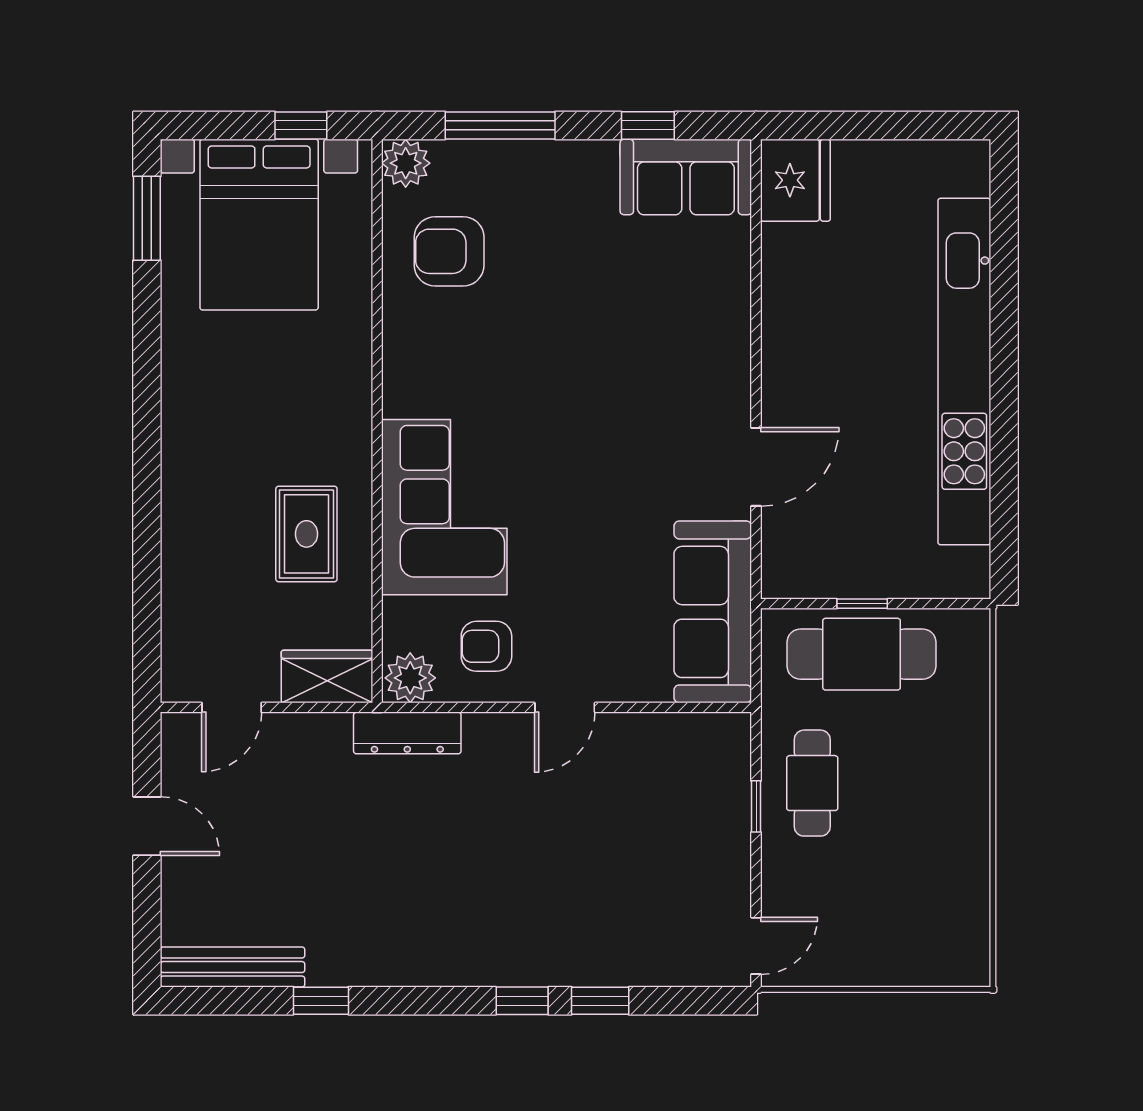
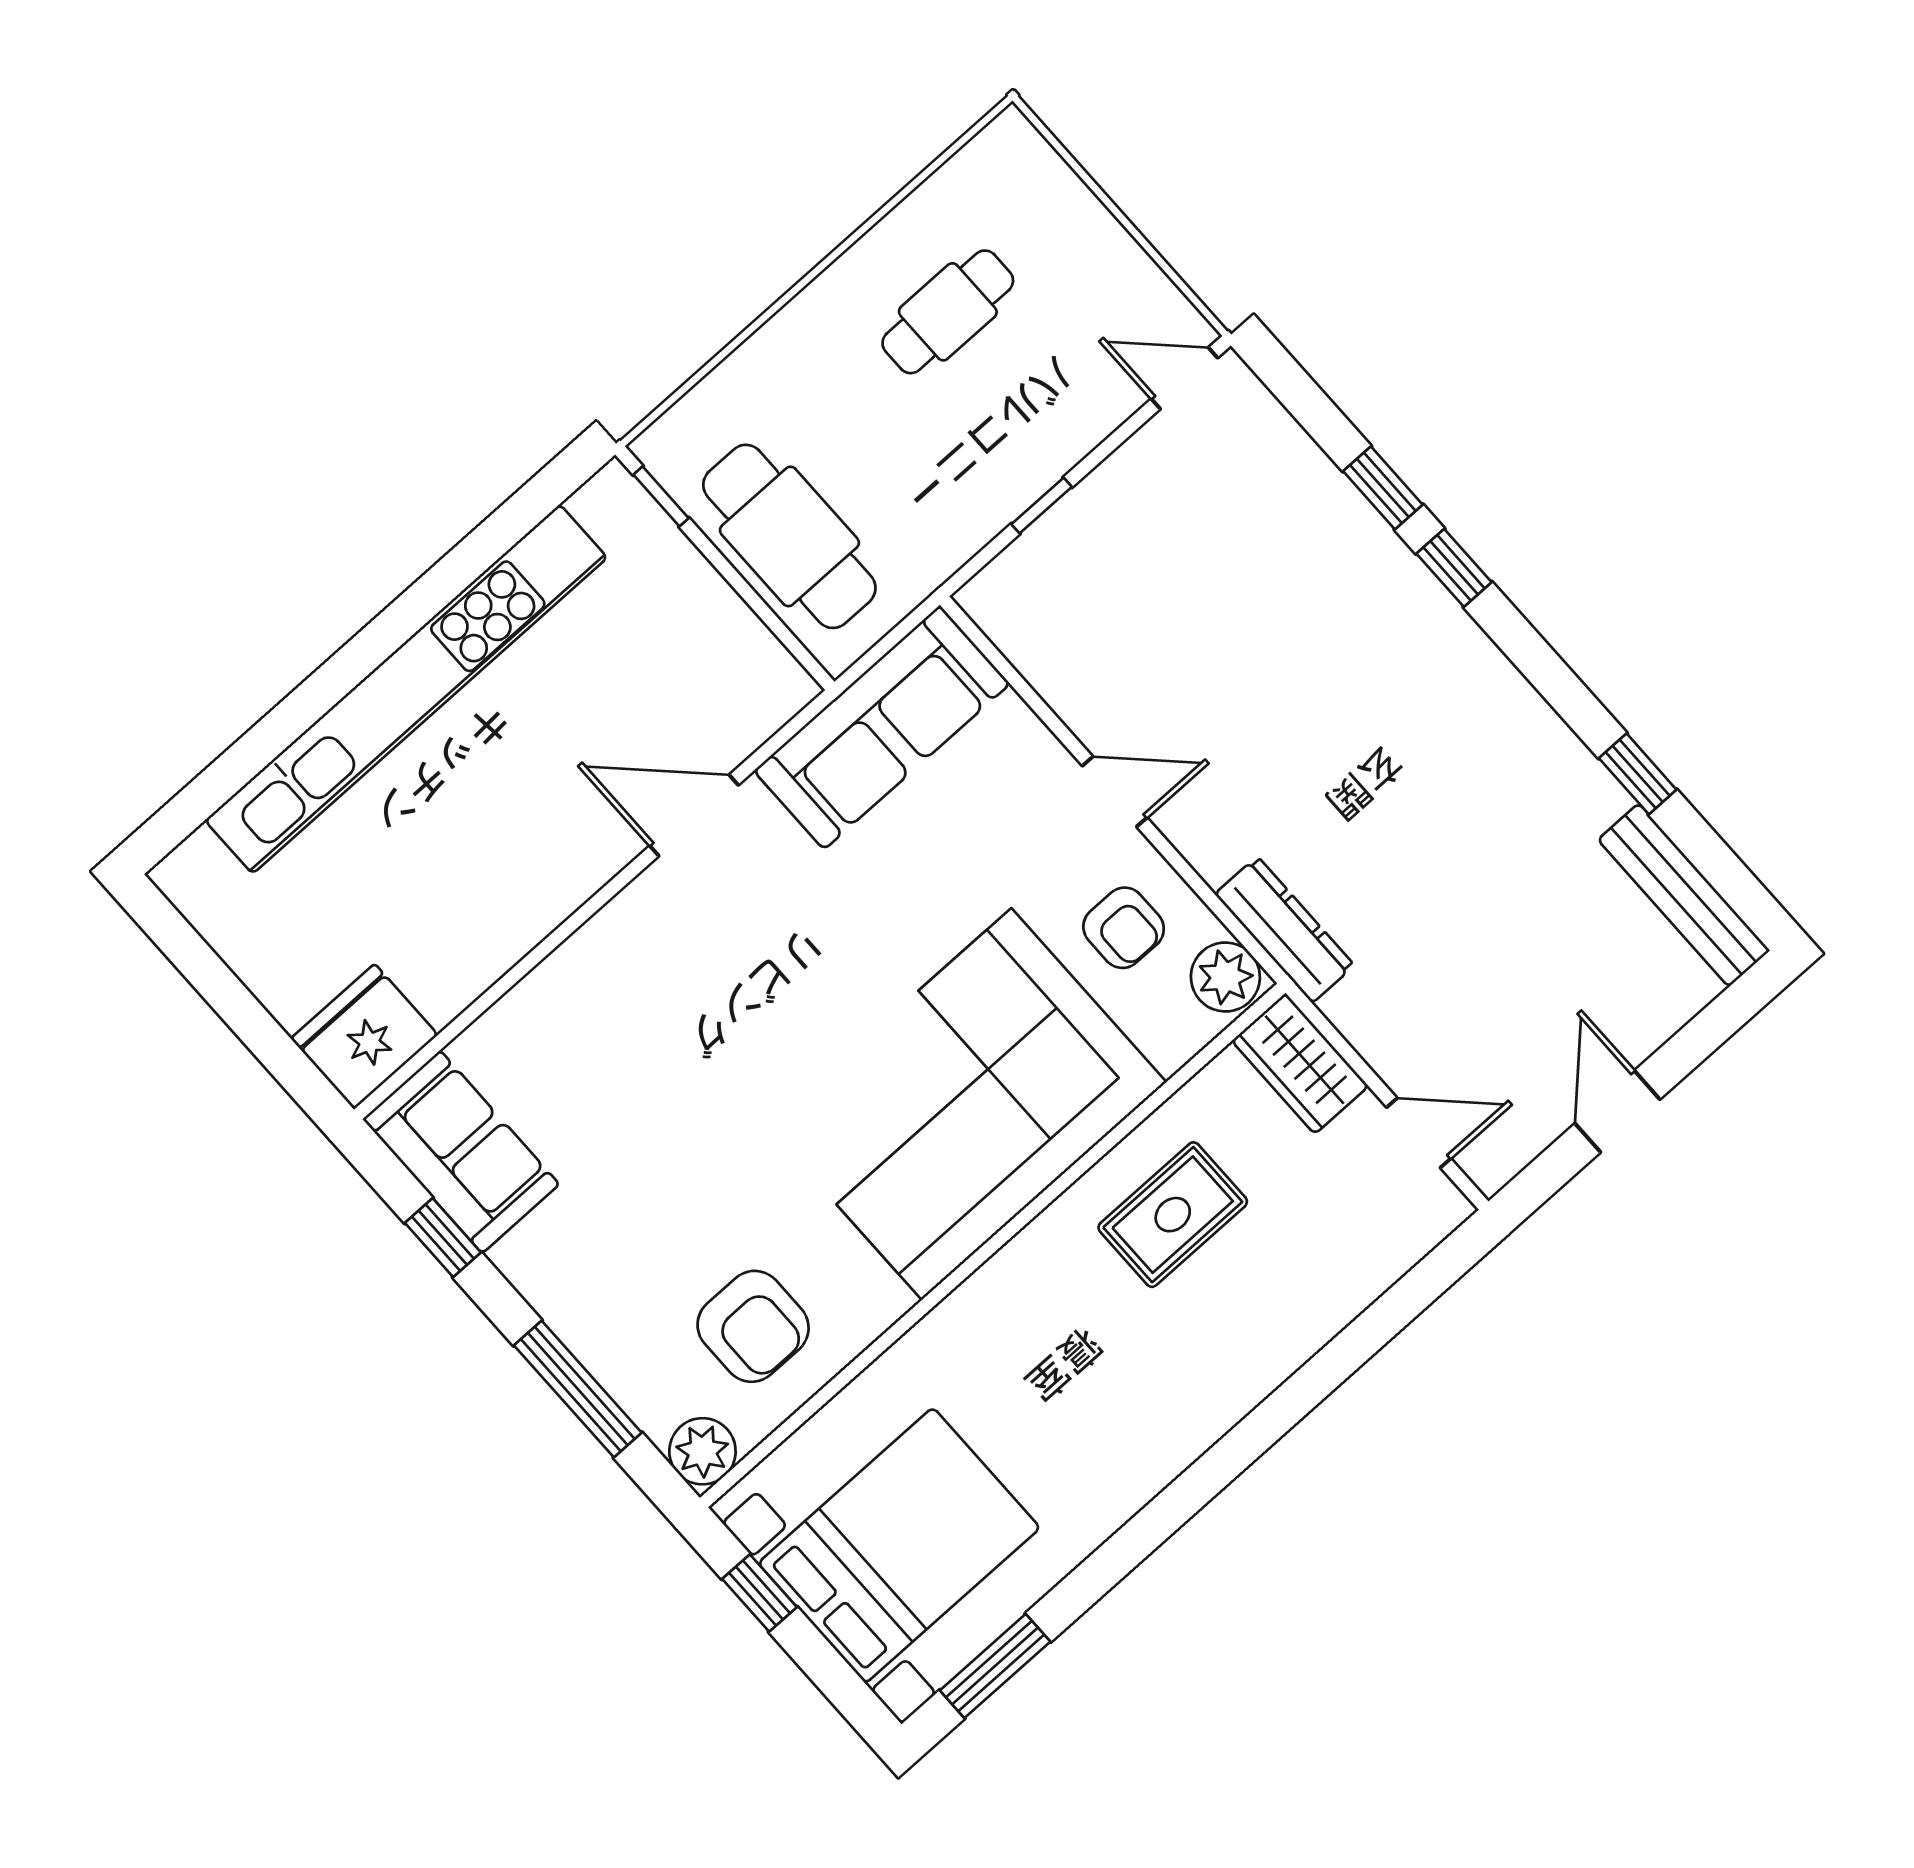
corner sofa: (444, 507) -> (967, 1104), width x1.36, depth x1.36
window: (862, 604) -> (661, 496), moved
cafe table: (812, 783) -> (948, 312), moved

